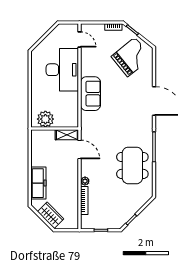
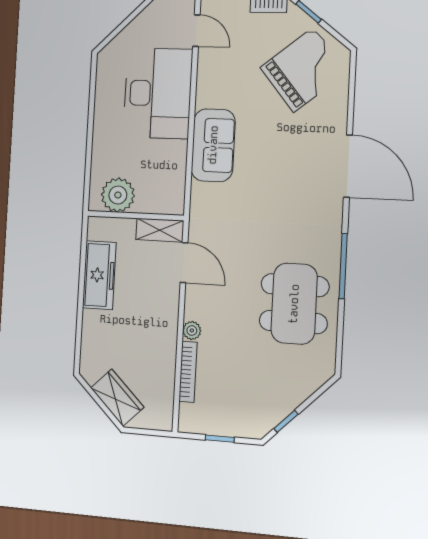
freezer: (38, 183) -> (99, 275), moved

